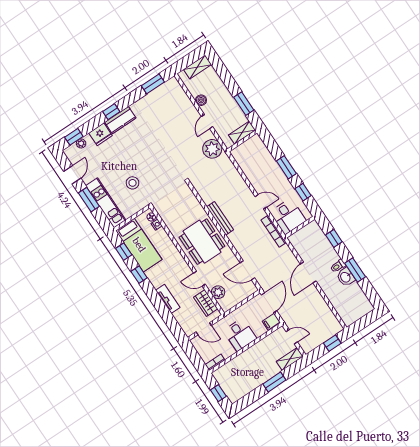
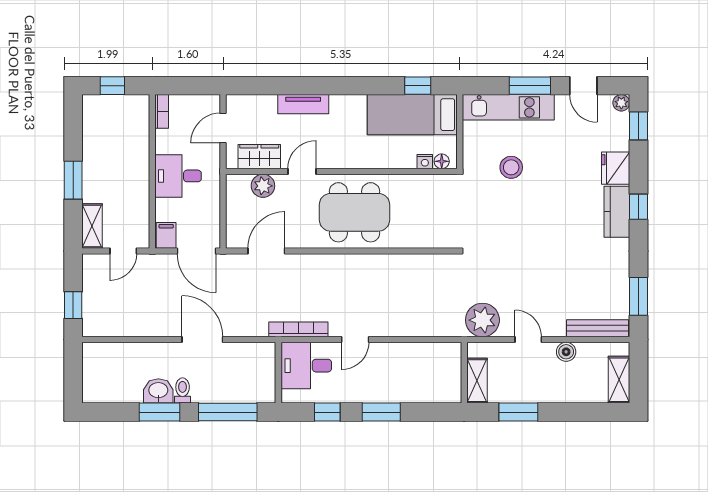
plant: (81, 143) -> (621, 103), moved
bench: (220, 218) -> (598, 328), moved
window: (334, 238) -> (228, 412), width x2.17
window: (139, 275) -> (368, 86), removed

